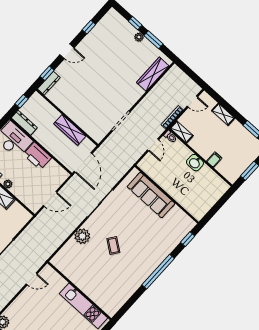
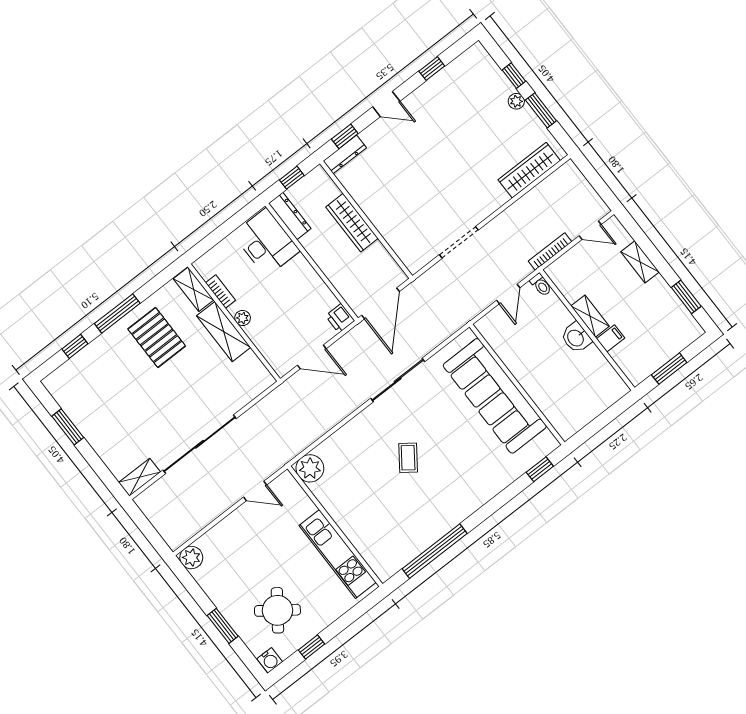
wardrobe: (70, 130) -> (352, 223), moved
shelving: (182, 132) -> (590, 316), moved
printer: (37, 156) -> (340, 318), moved, width x0.53, depth x0.68
sofa: (151, 195) -> (495, 396), width x1.36, depth x1.27
plant: (82, 236) -> (310, 468), moved
window: (158, 272) -> (435, 551), moved

